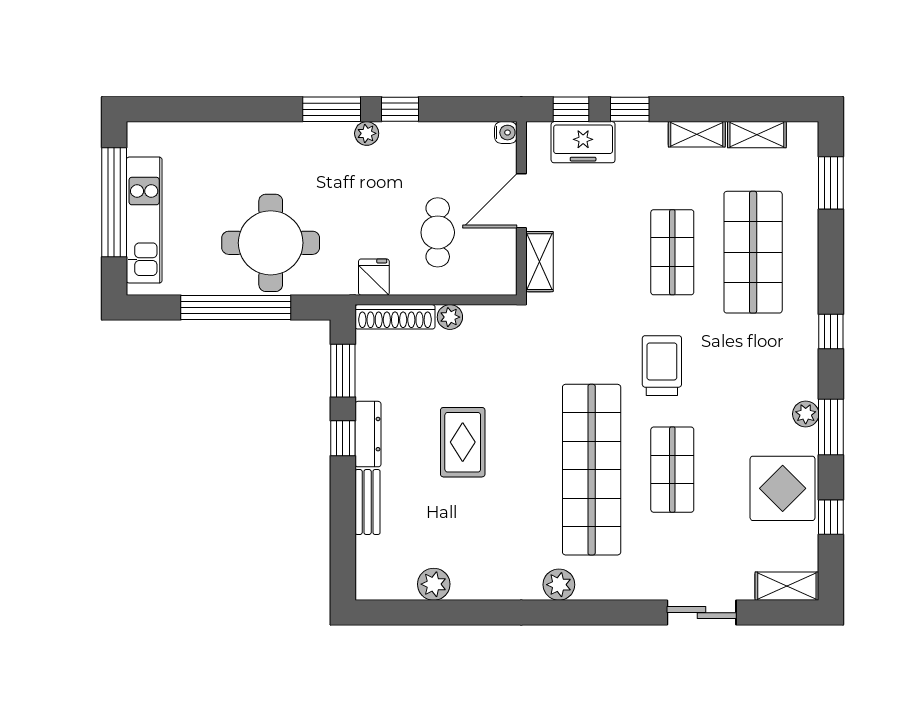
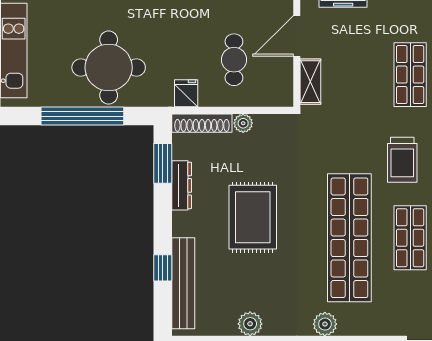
trolley: (662, 366) -> (402, 160), turned 180
dresser: (368, 434) -> (182, 185), moved
window: (343, 438) -> (163, 268), moved
rug: (463, 442) -> (253, 217), width x1.36, depth x1.43
bench: (368, 502) -> (183, 283), width x1.86, depth x1.21
plant: (434, 584) -> (250, 324), moved

